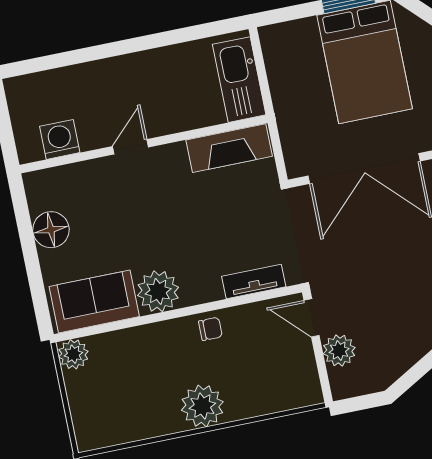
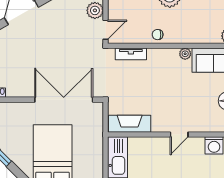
plant: (158, 291) -> (185, 54), width x0.53, depth x0.53
door: (312, 318) -> (105, 30), hinge flipped

